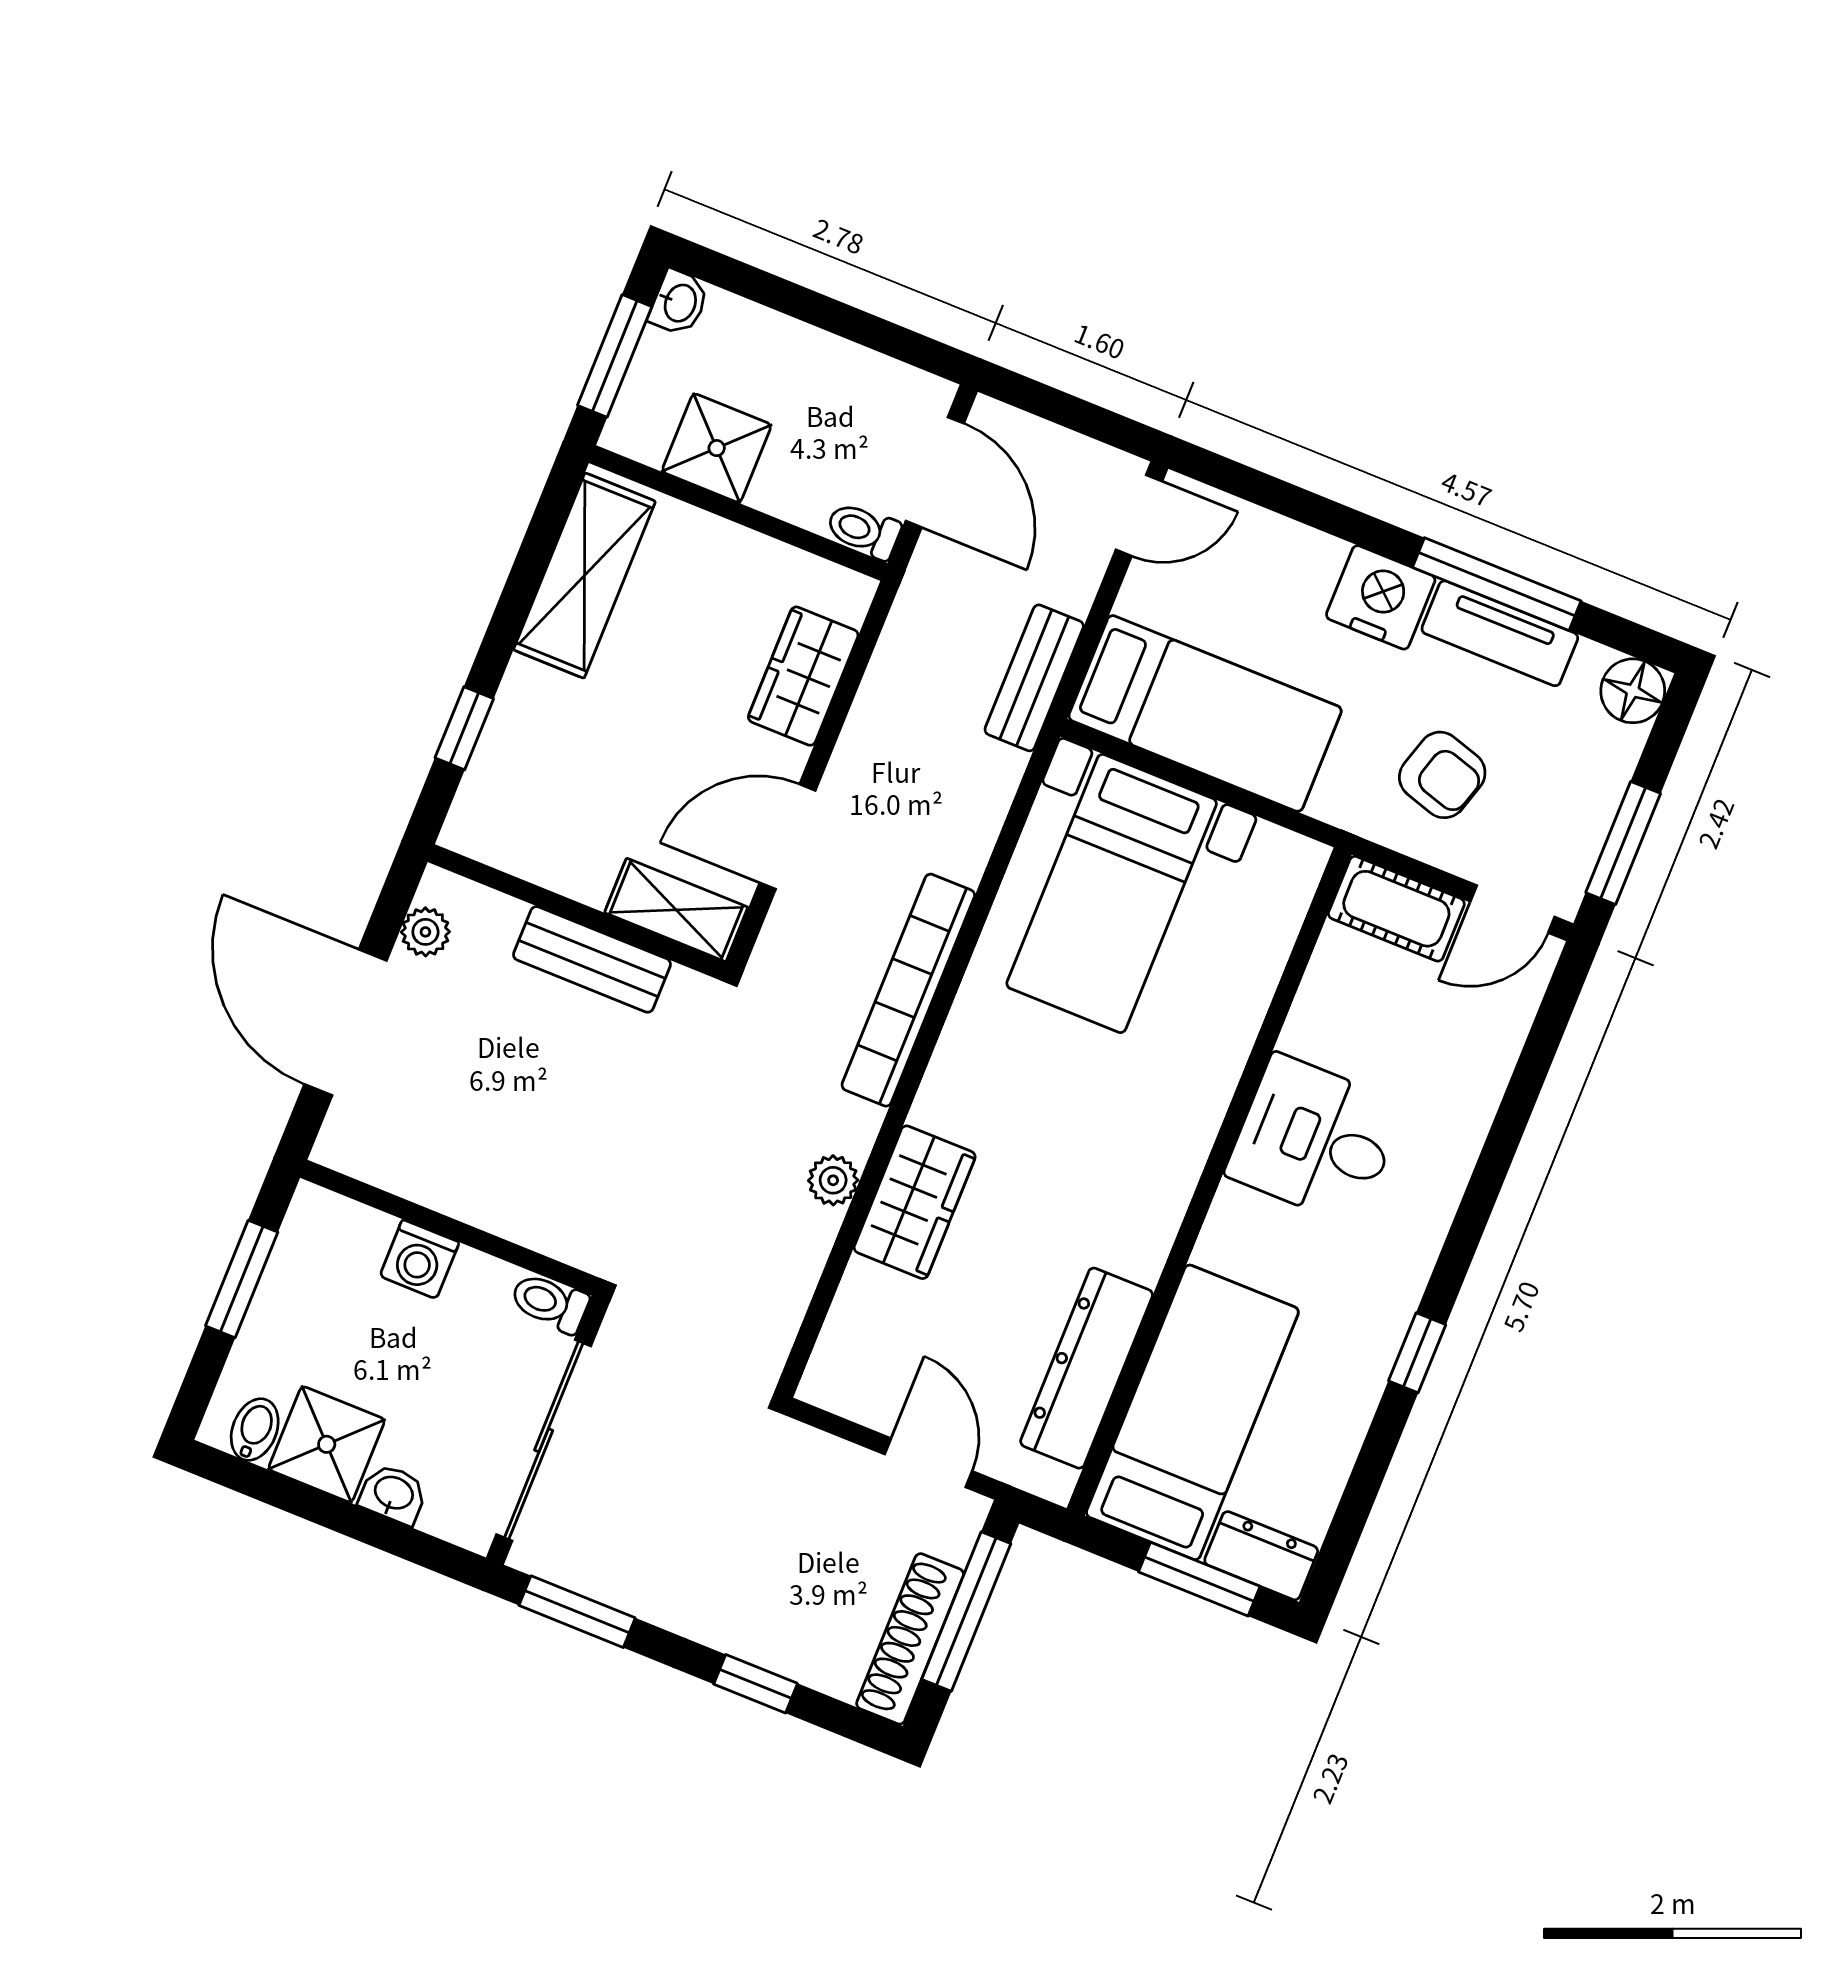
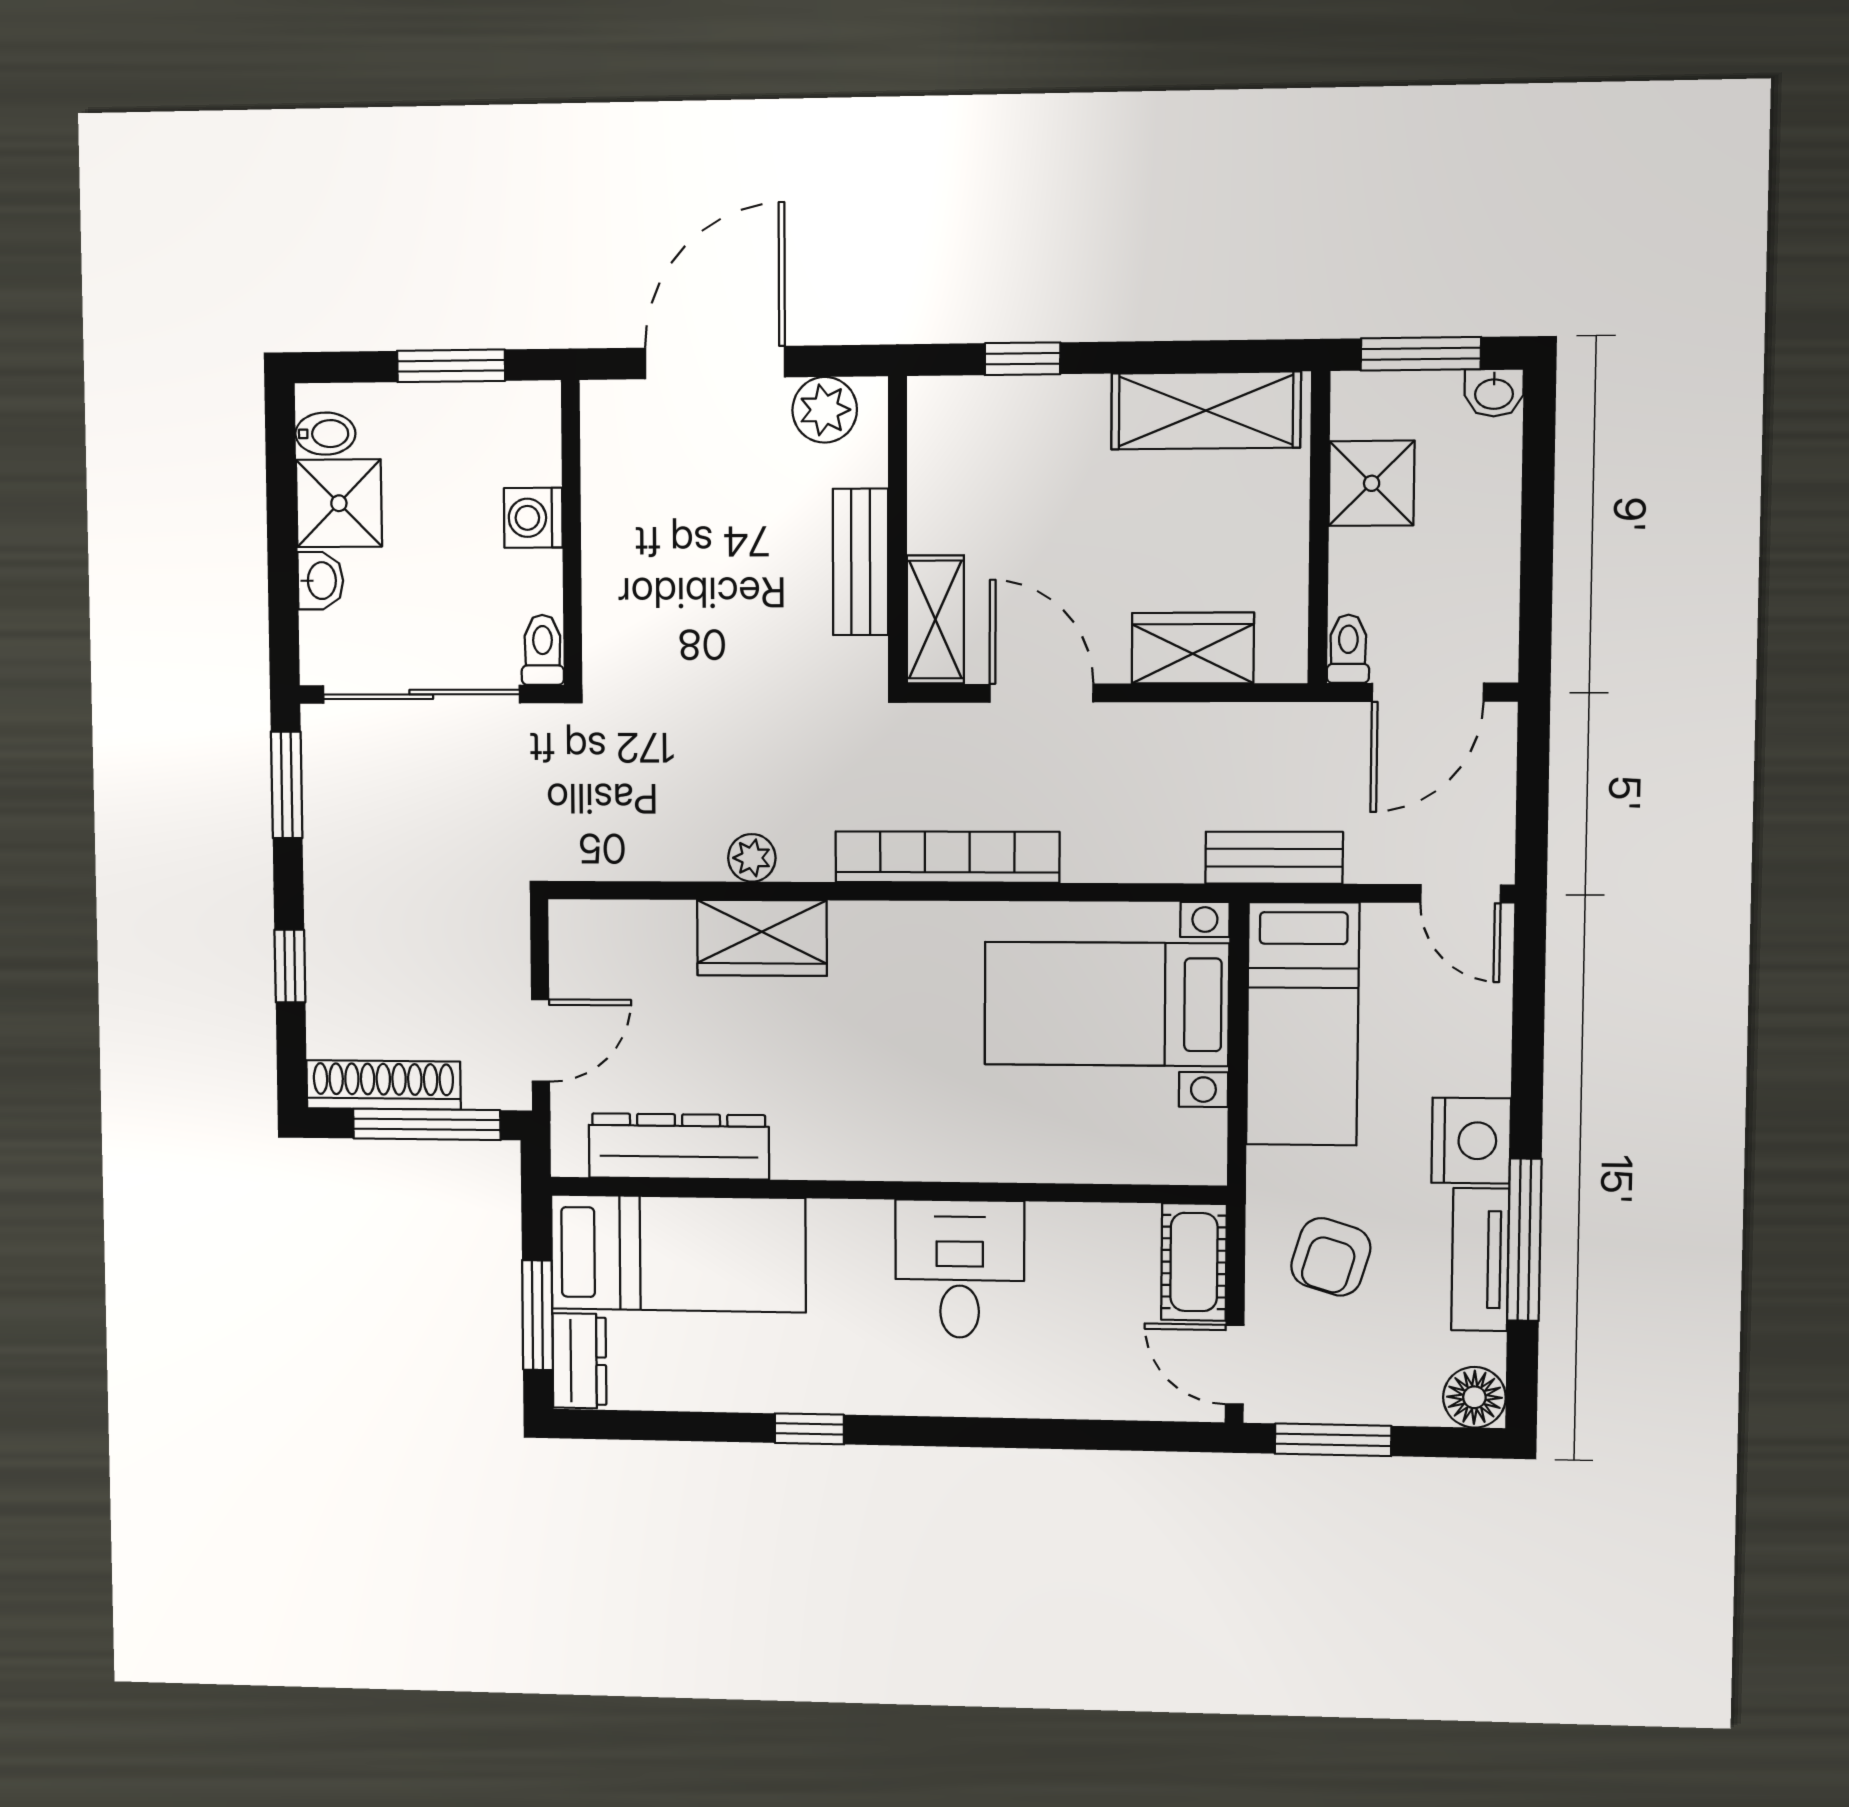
plant: (425, 932) -> (825, 410), width x1.38, depth x1.38

